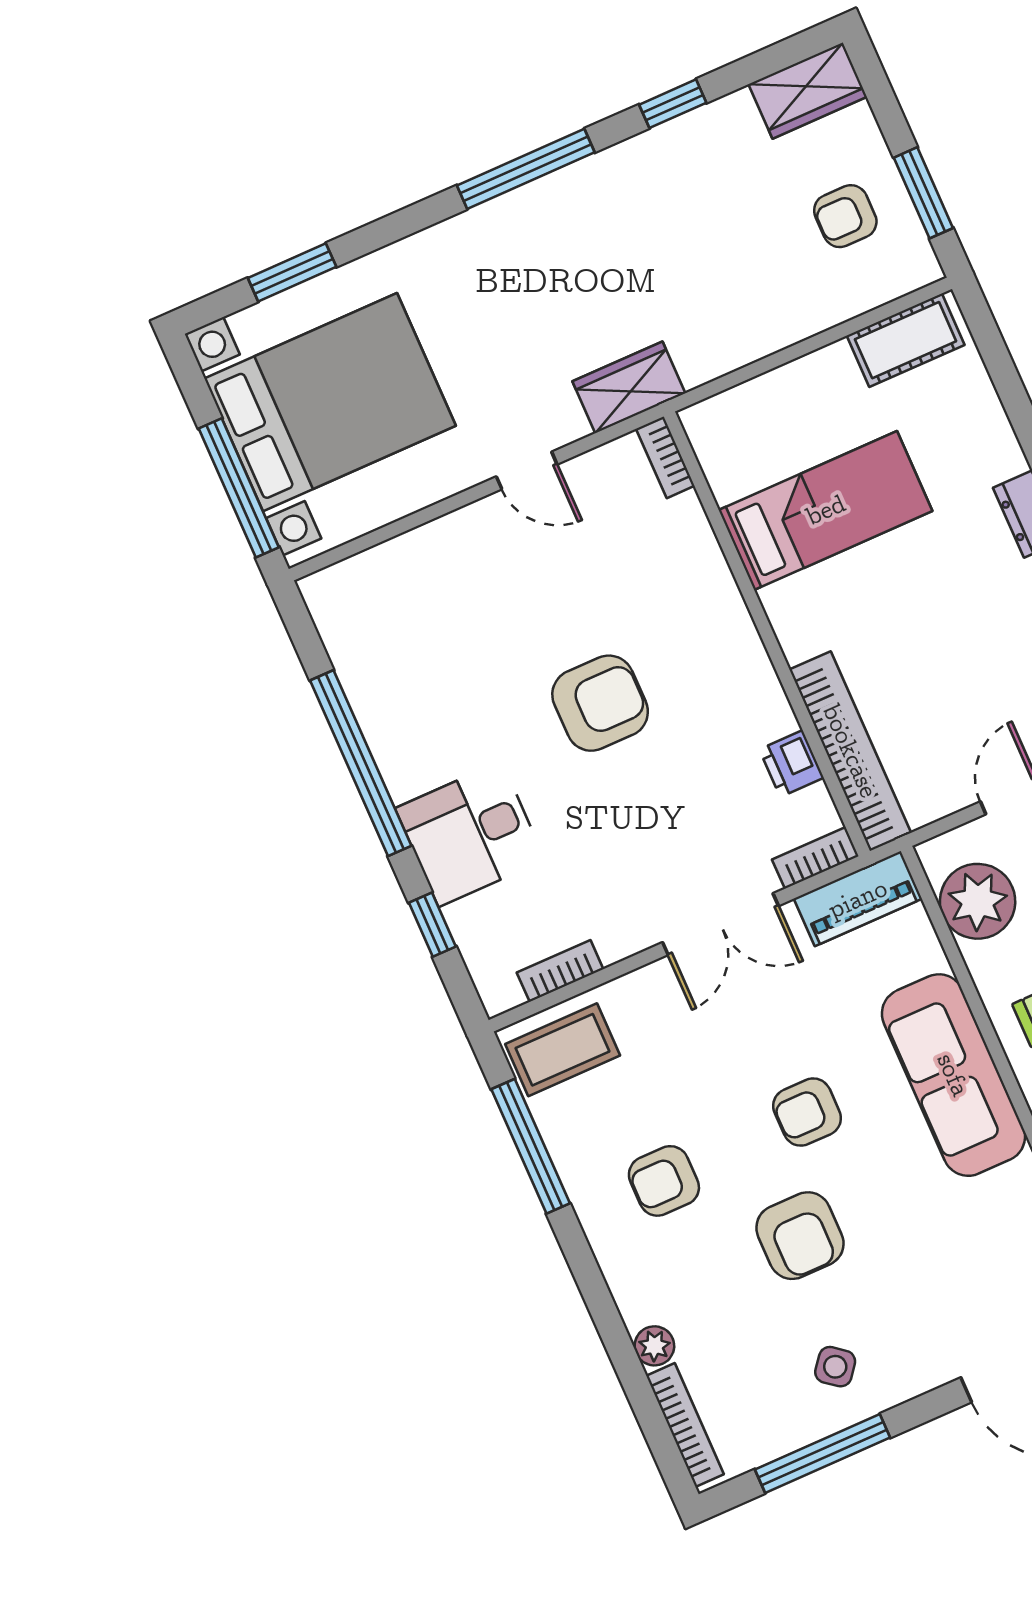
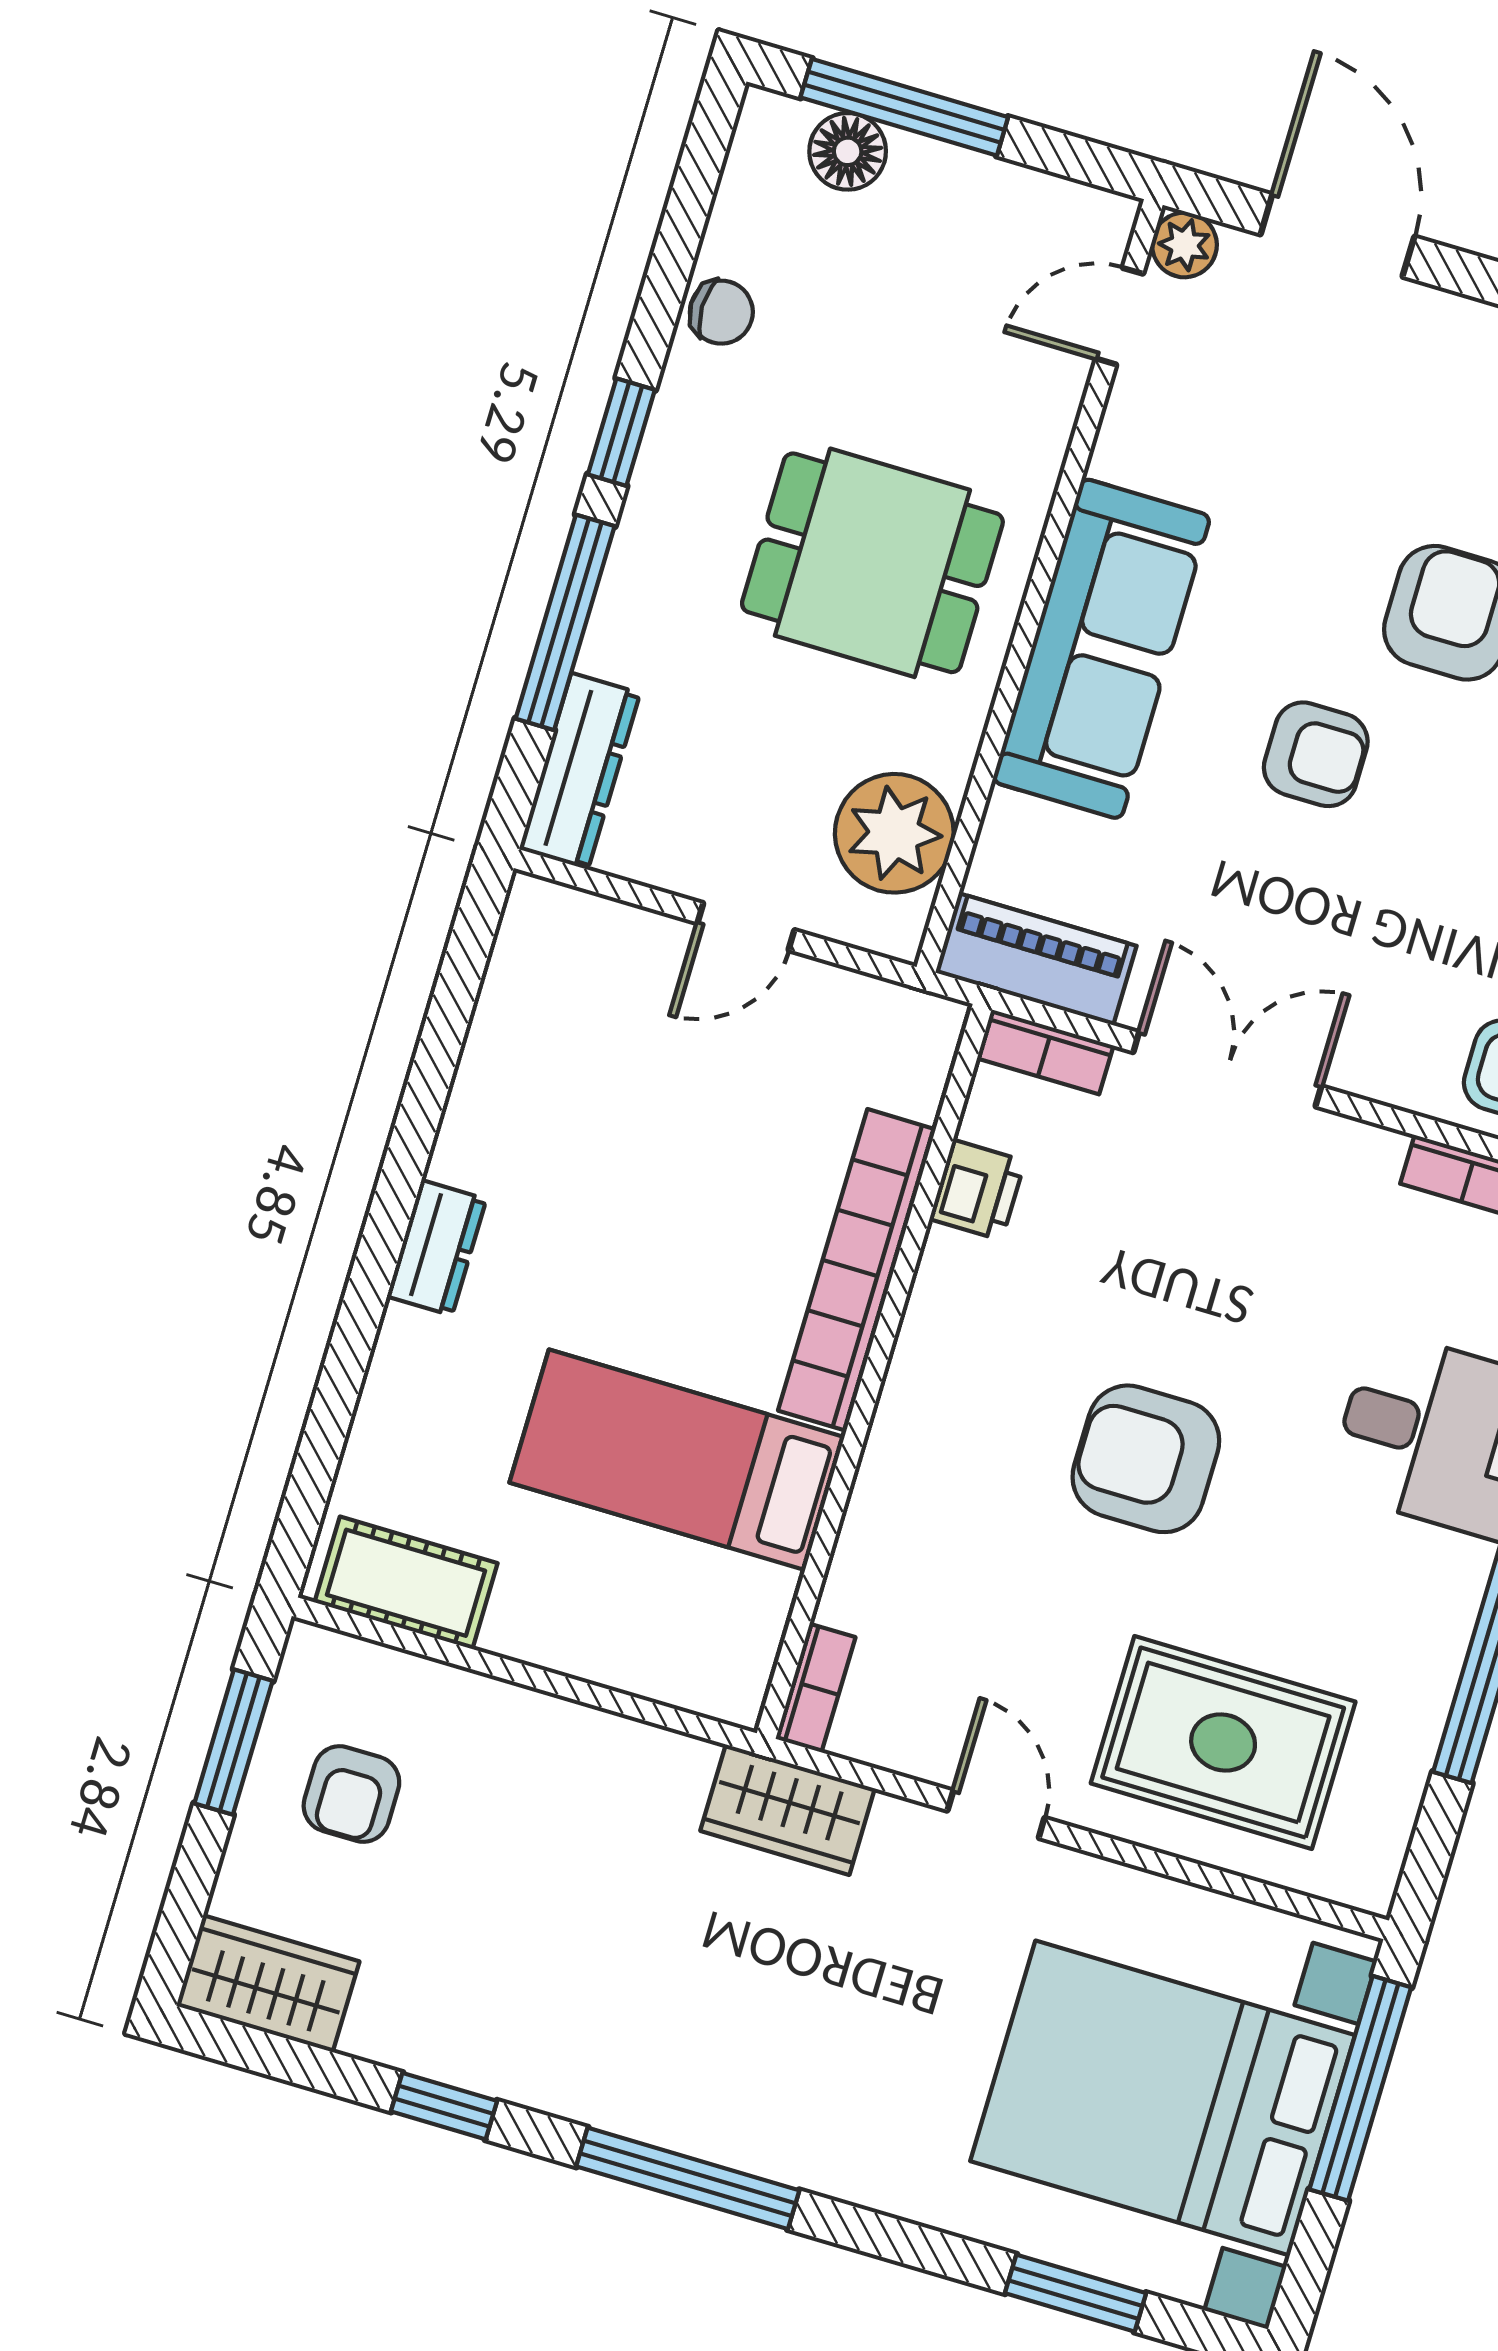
armchair: (845, 216) -> (351, 1794), turned 90
rug: (447, 598) -> (1223, 1743), added
bookcase: (850, 751) -> (857, 1270), moved

